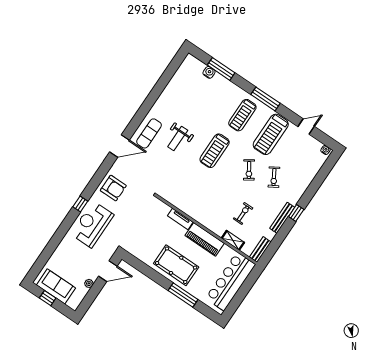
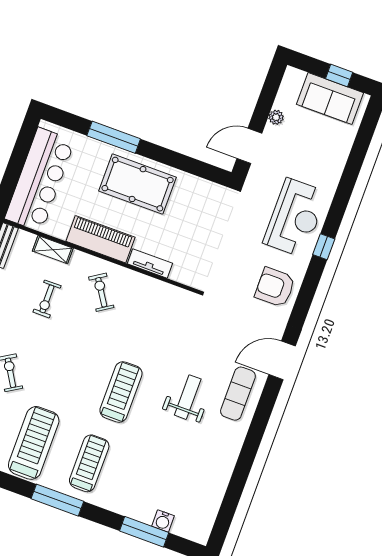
exercise bike: (249, 170) -> (101, 292), moved

